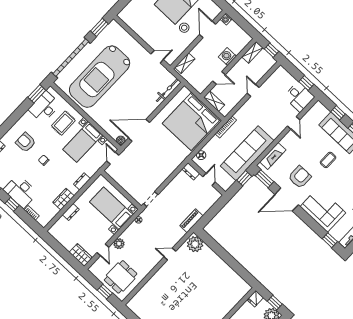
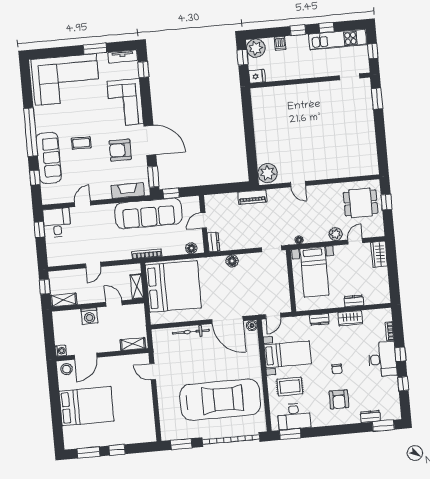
stool: (184, 28) -> (67, 369), moved
bicycle: (167, 90) -> (191, 332), moved
floor lamp: (169, 170) -> (232, 261), added

